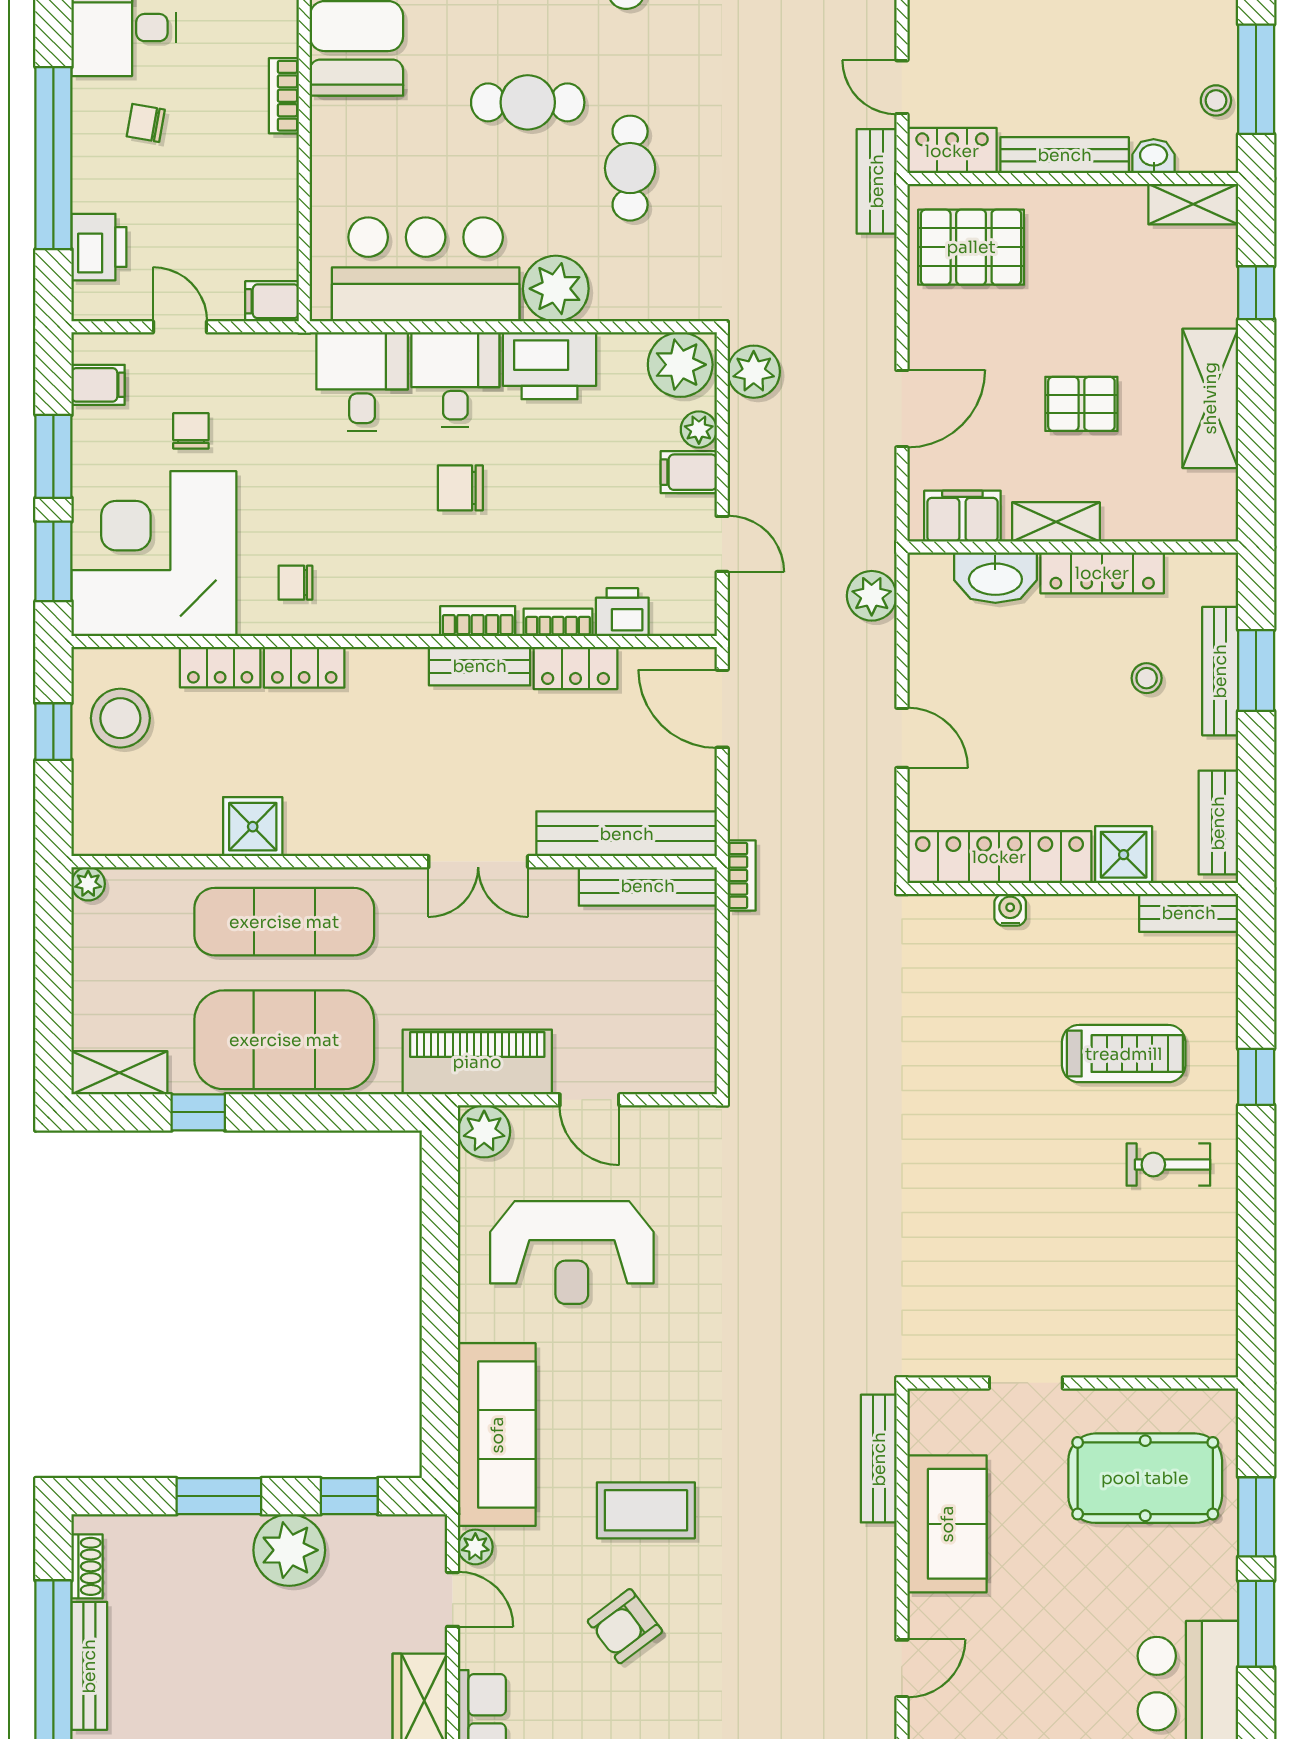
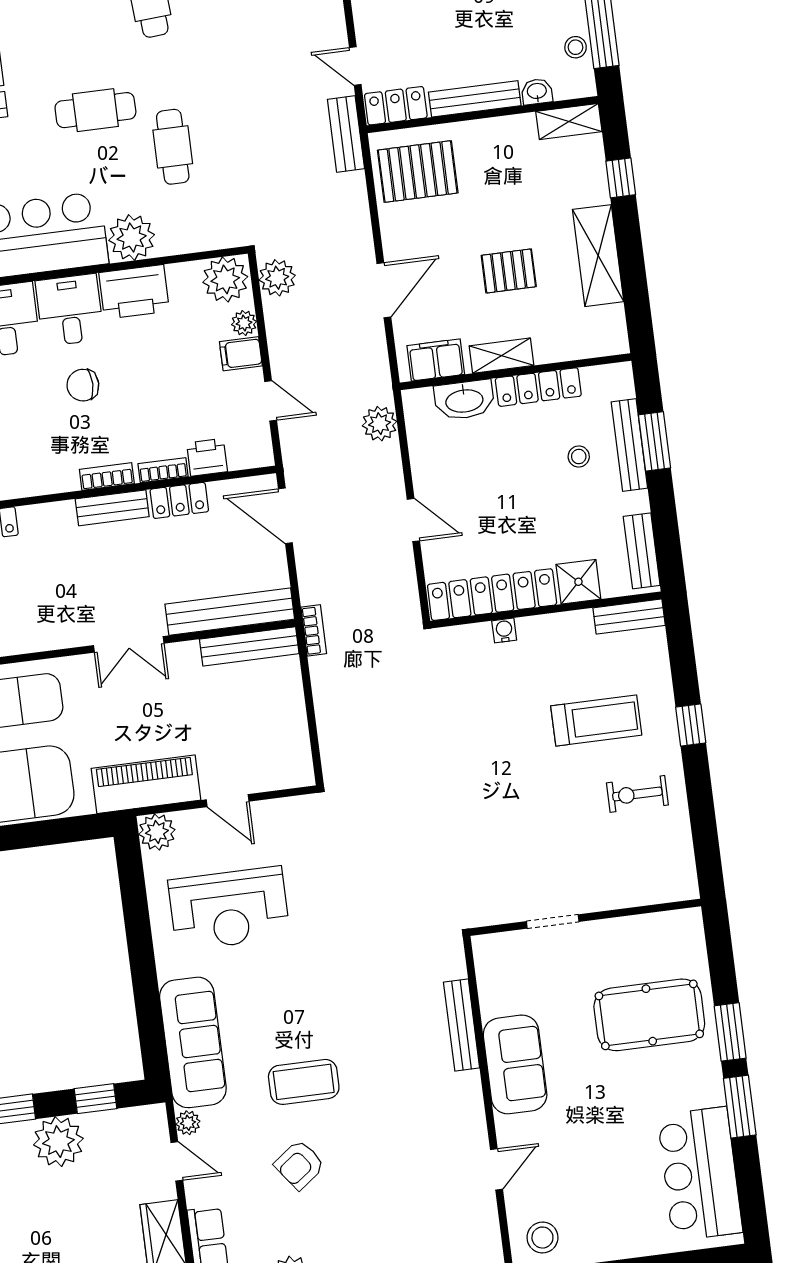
doorway: (1026, 1383) -> (553, 921), moved
wall: (1073, 1383) -> (585, 917), moved

